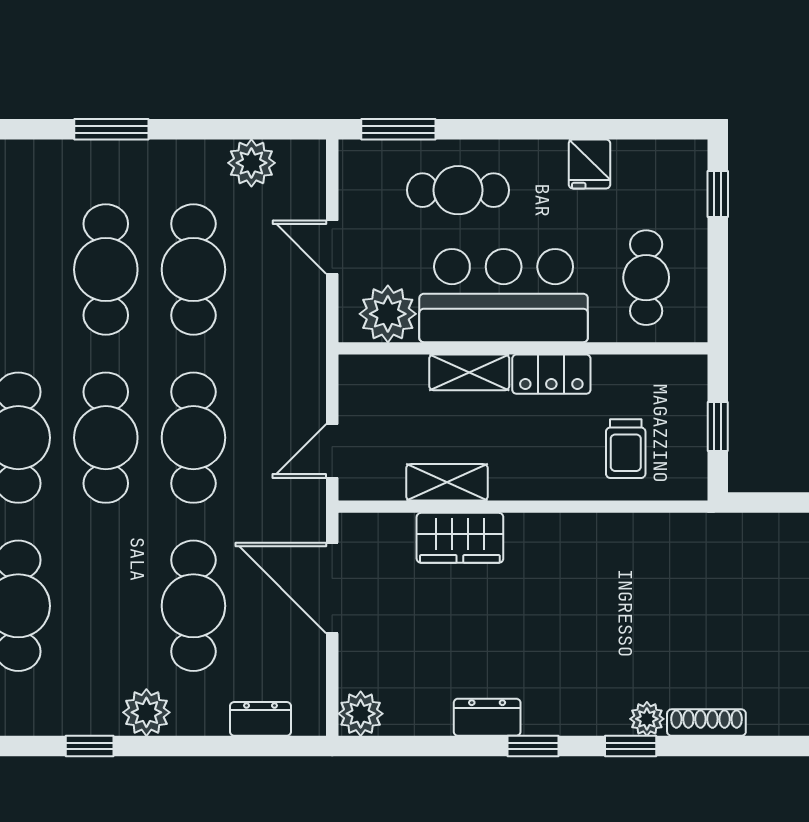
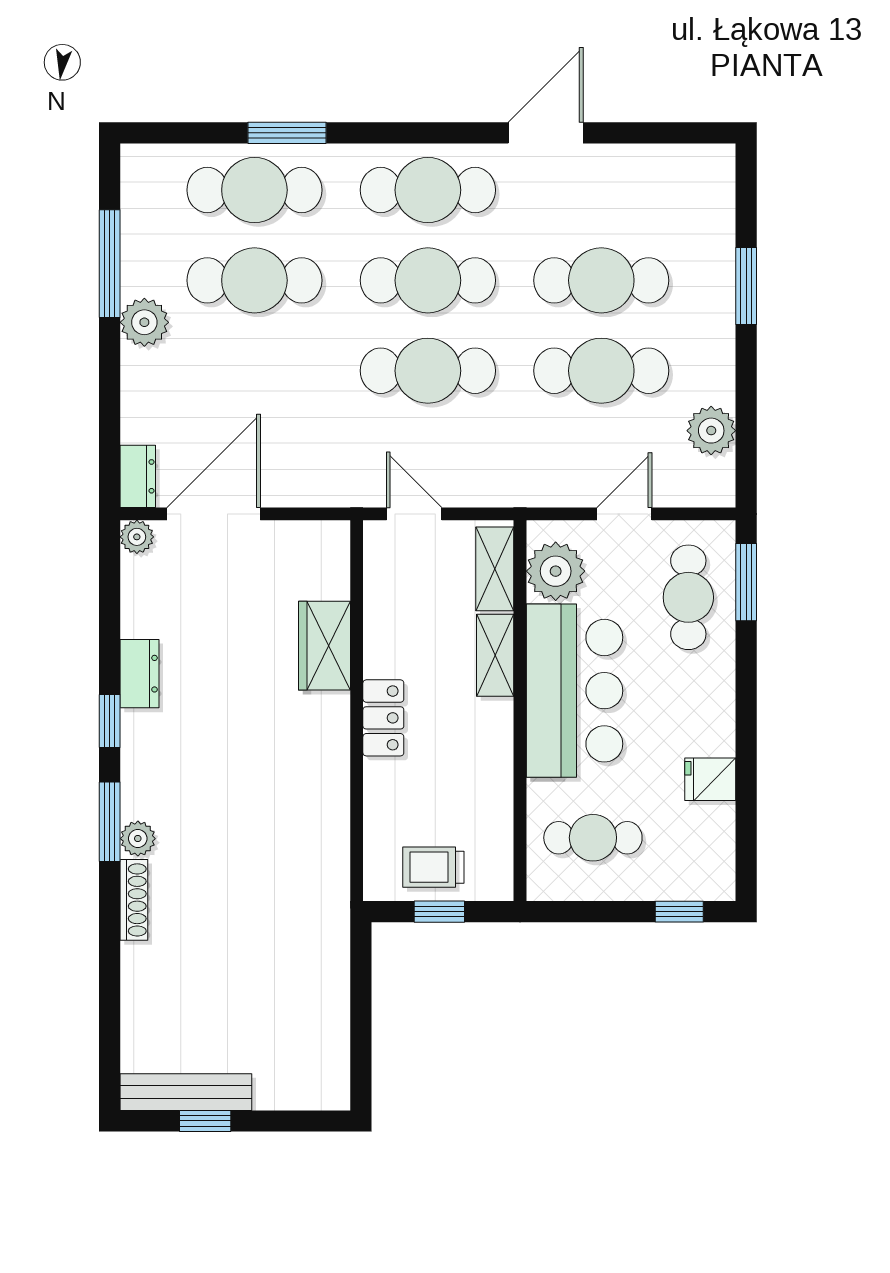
cafe table: (458, 190) -> (688, 597), moved
locker: (551, 374) -> (383, 718), moved, turned 180
trolley: (626, 449) -> (433, 867), moved
shelving: (447, 482) -> (495, 569), moved
door: (332, 588) -> (214, 514), moved
cafe table: (193, 606) -> (254, 280), moved
plant: (361, 714) -> (137, 537), width x0.73, depth x0.73
dresser: (260, 719) -> (138, 476), moved
window: (90, 746) -> (110, 264), width x2.17
window: (631, 746) -> (110, 822), width x1.50

